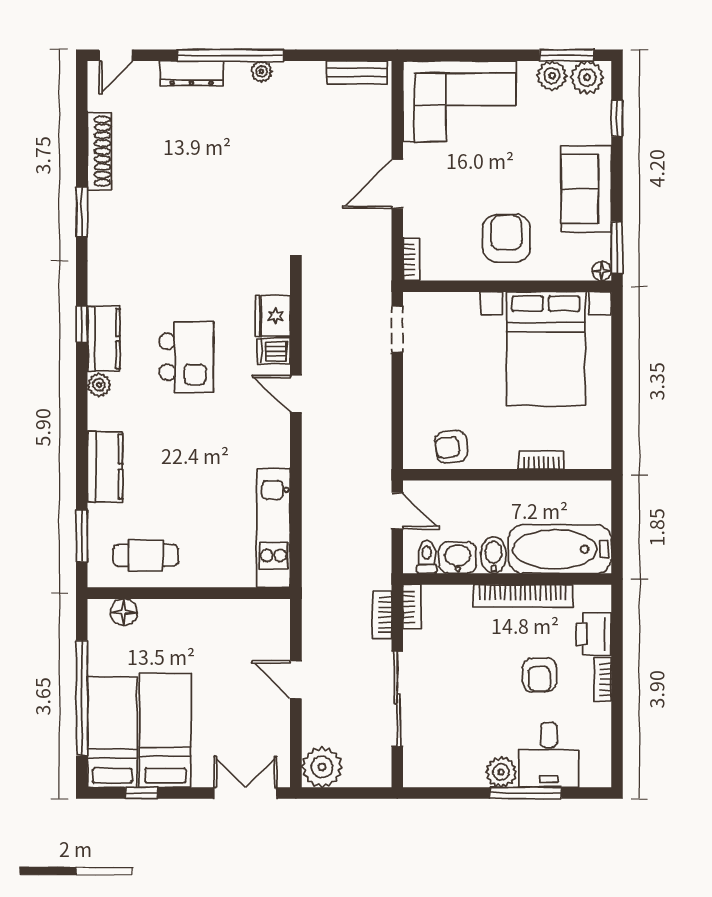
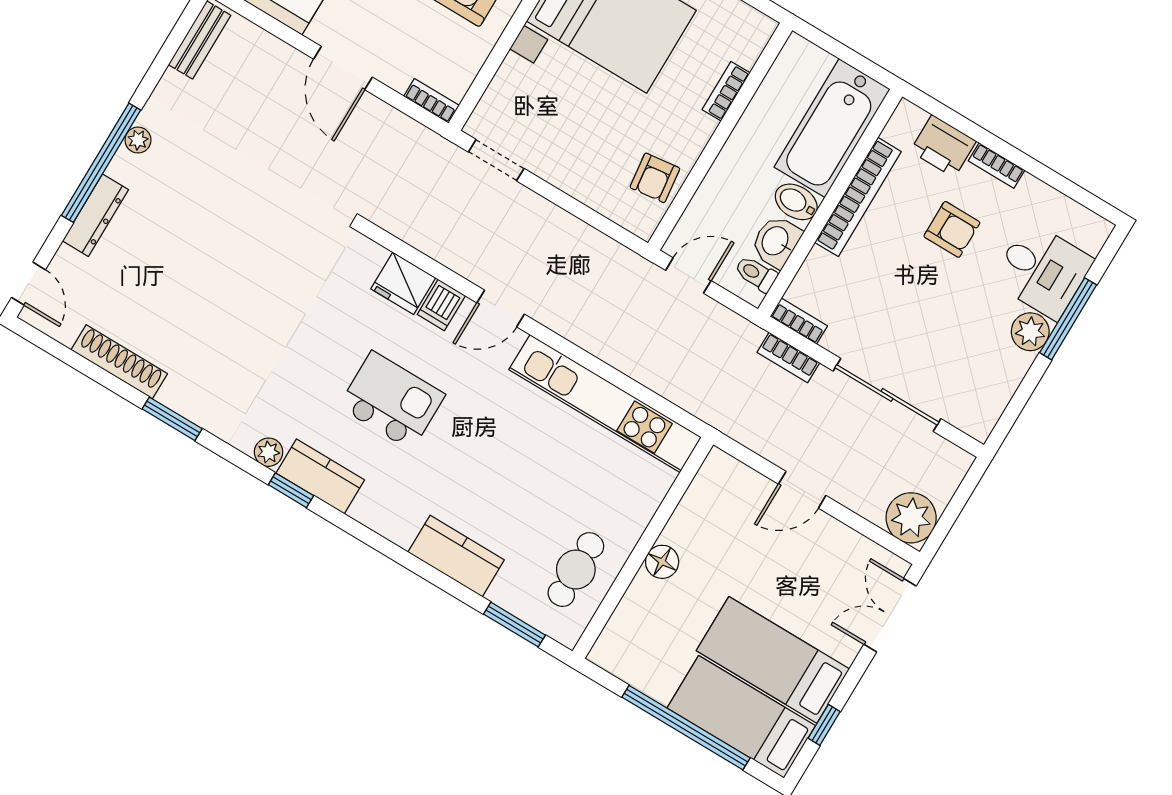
plant: (99, 385) -> (269, 452), moved
kitchen unit: (273, 528) -> (605, 403), width x1.36
floor lamp: (124, 612) -> (662, 562), moved

